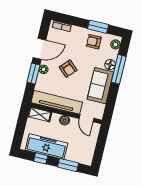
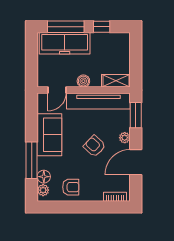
window: (98, 27) -> (70, 207), removed
floor lamp: (110, 65) -> (44, 177), moved
window: (33, 74) -> (136, 115), moved
door: (86, 118) -> (57, 90), swing flipped
freezer: (47, 147) -> (65, 43), moved
window: (68, 165) -> (66, 27), width x1.44

